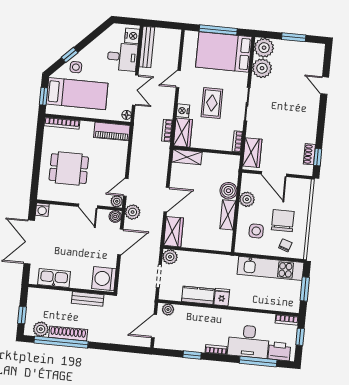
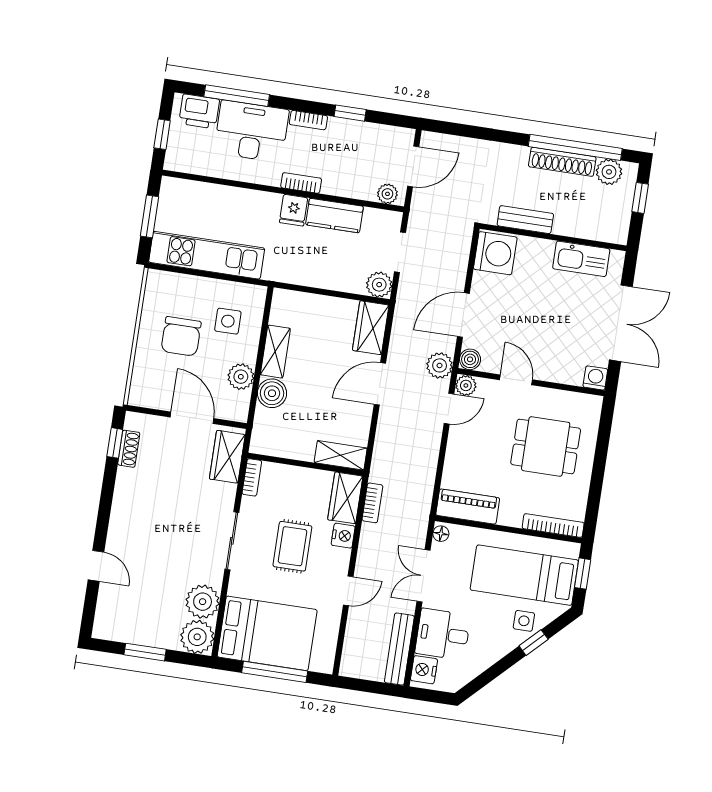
chair: (285, 245) -> (179, 294), removed
bookcase: (287, 320) -> (301, 183), moved

